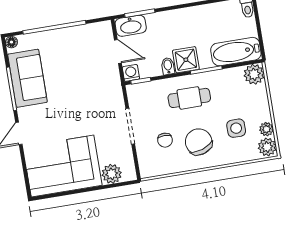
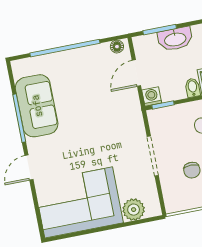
washbasin: (131, 26) -> (175, 39), moved
floor lamp: (11, 42) -> (117, 47), moved
door: (118, 51) -> (136, 73), swing flipped

